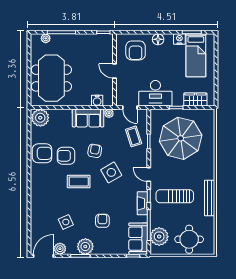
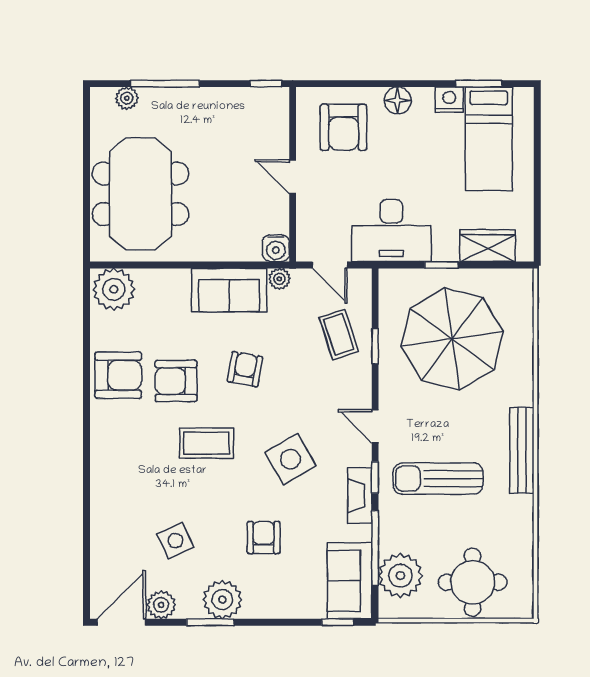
water cooler: (97, 101) -> (276, 248), moved
side table: (111, 172) -> (291, 459), moved
bench: (210, 198) -> (522, 450), moved

